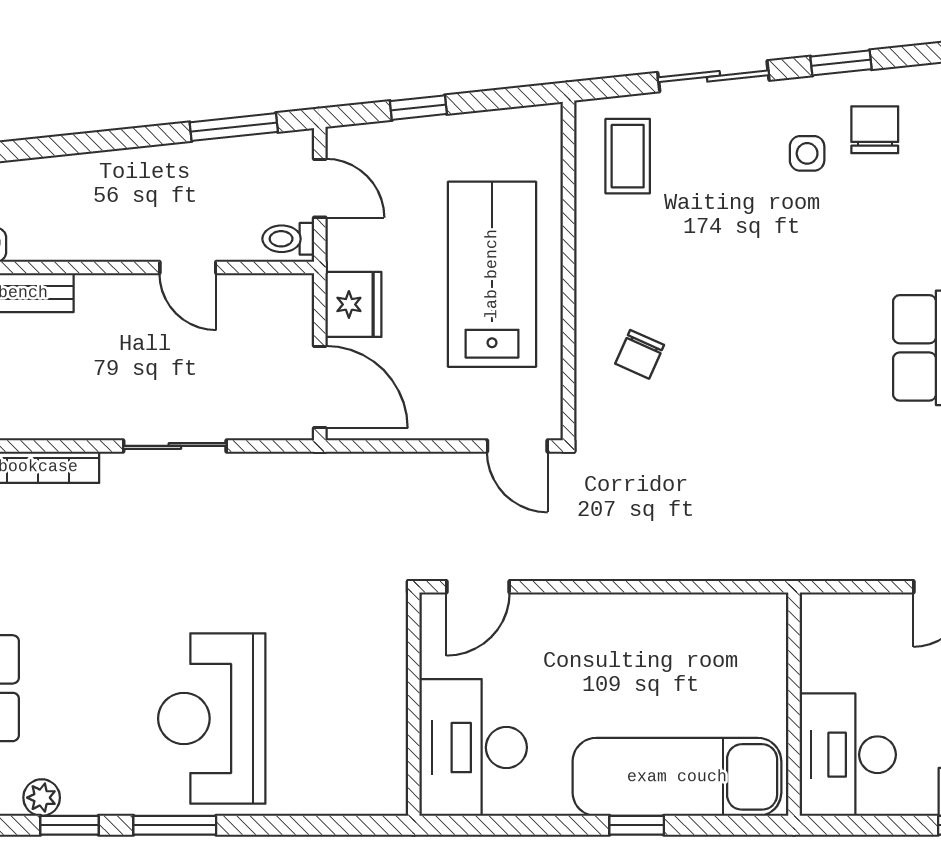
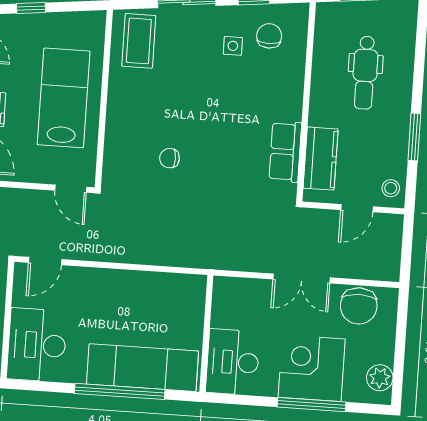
coffee table: (628, 156) -> (139, 41), width x1.36, depth x1.30
chair: (640, 354) -> (170, 158), moved, turned 66
window: (637, 825) -> (120, 391), width x3.17

